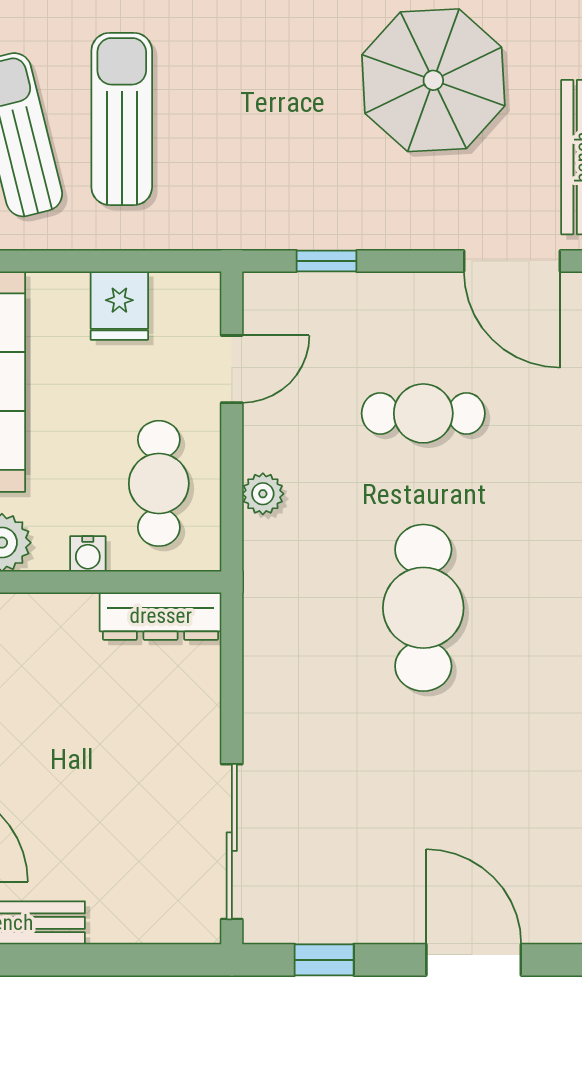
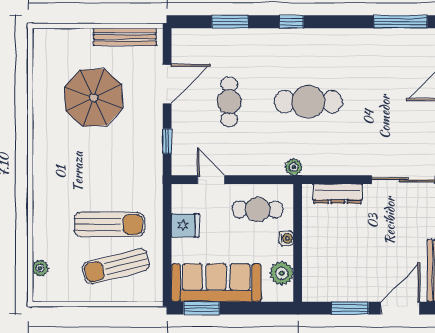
sun lounger: (122, 119) -> (109, 224), turned 180
door: (512, 261) -> (167, 84), moved
plant: (263, 494) -> (294, 167), moved
dresser: (161, 616) -> (338, 194), moved, turned 90

